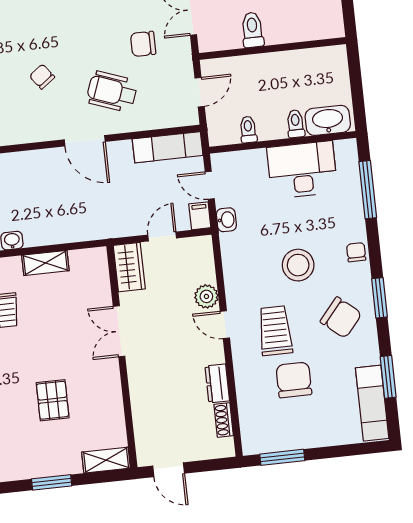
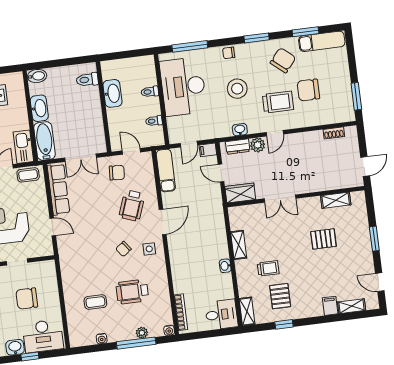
toilet: (252, 30) -> (87, 80), moved
chair: (143, 44) -> (117, 173), moved, turned -86
side table: (41, 118) -> (149, 249), added
washbasin: (328, 120) -> (112, 93), moved, turned 180
desk: (302, 170) -> (183, 87), width x1.36, depth x1.30
washbasin: (226, 220) -> (240, 130), moved
chair: (341, 318) -> (283, 60), moved
trolley: (275, 331) -> (278, 102), turned 180
dresser: (217, 383) -> (238, 147), moved
shelving: (106, 460) -> (336, 200), moved, turned 90

